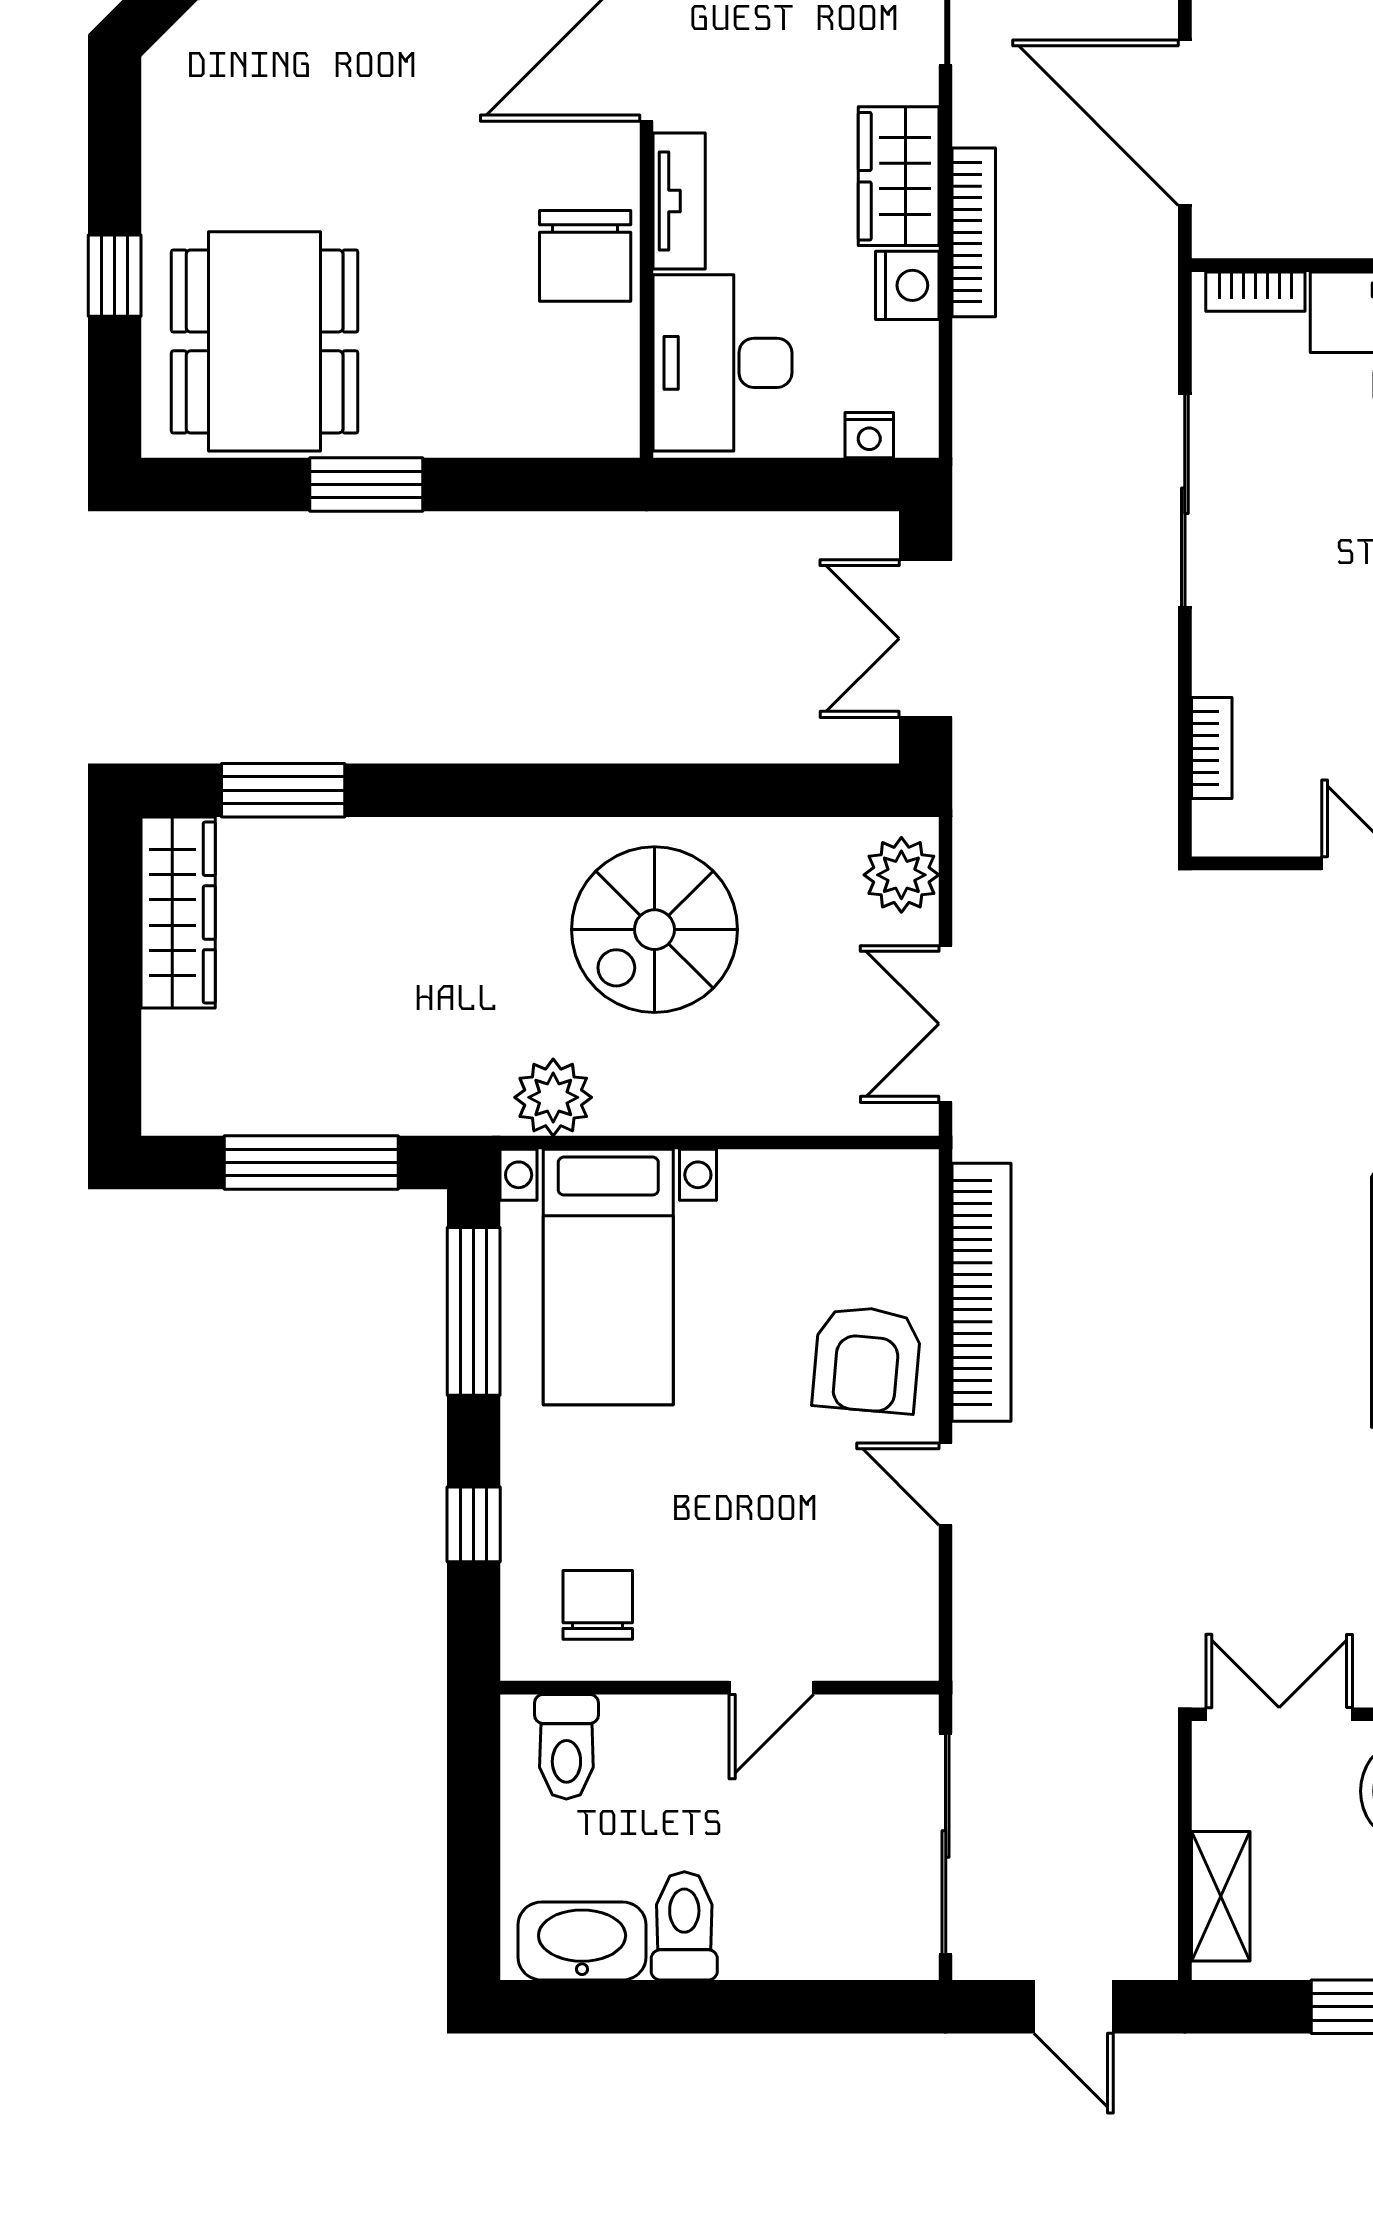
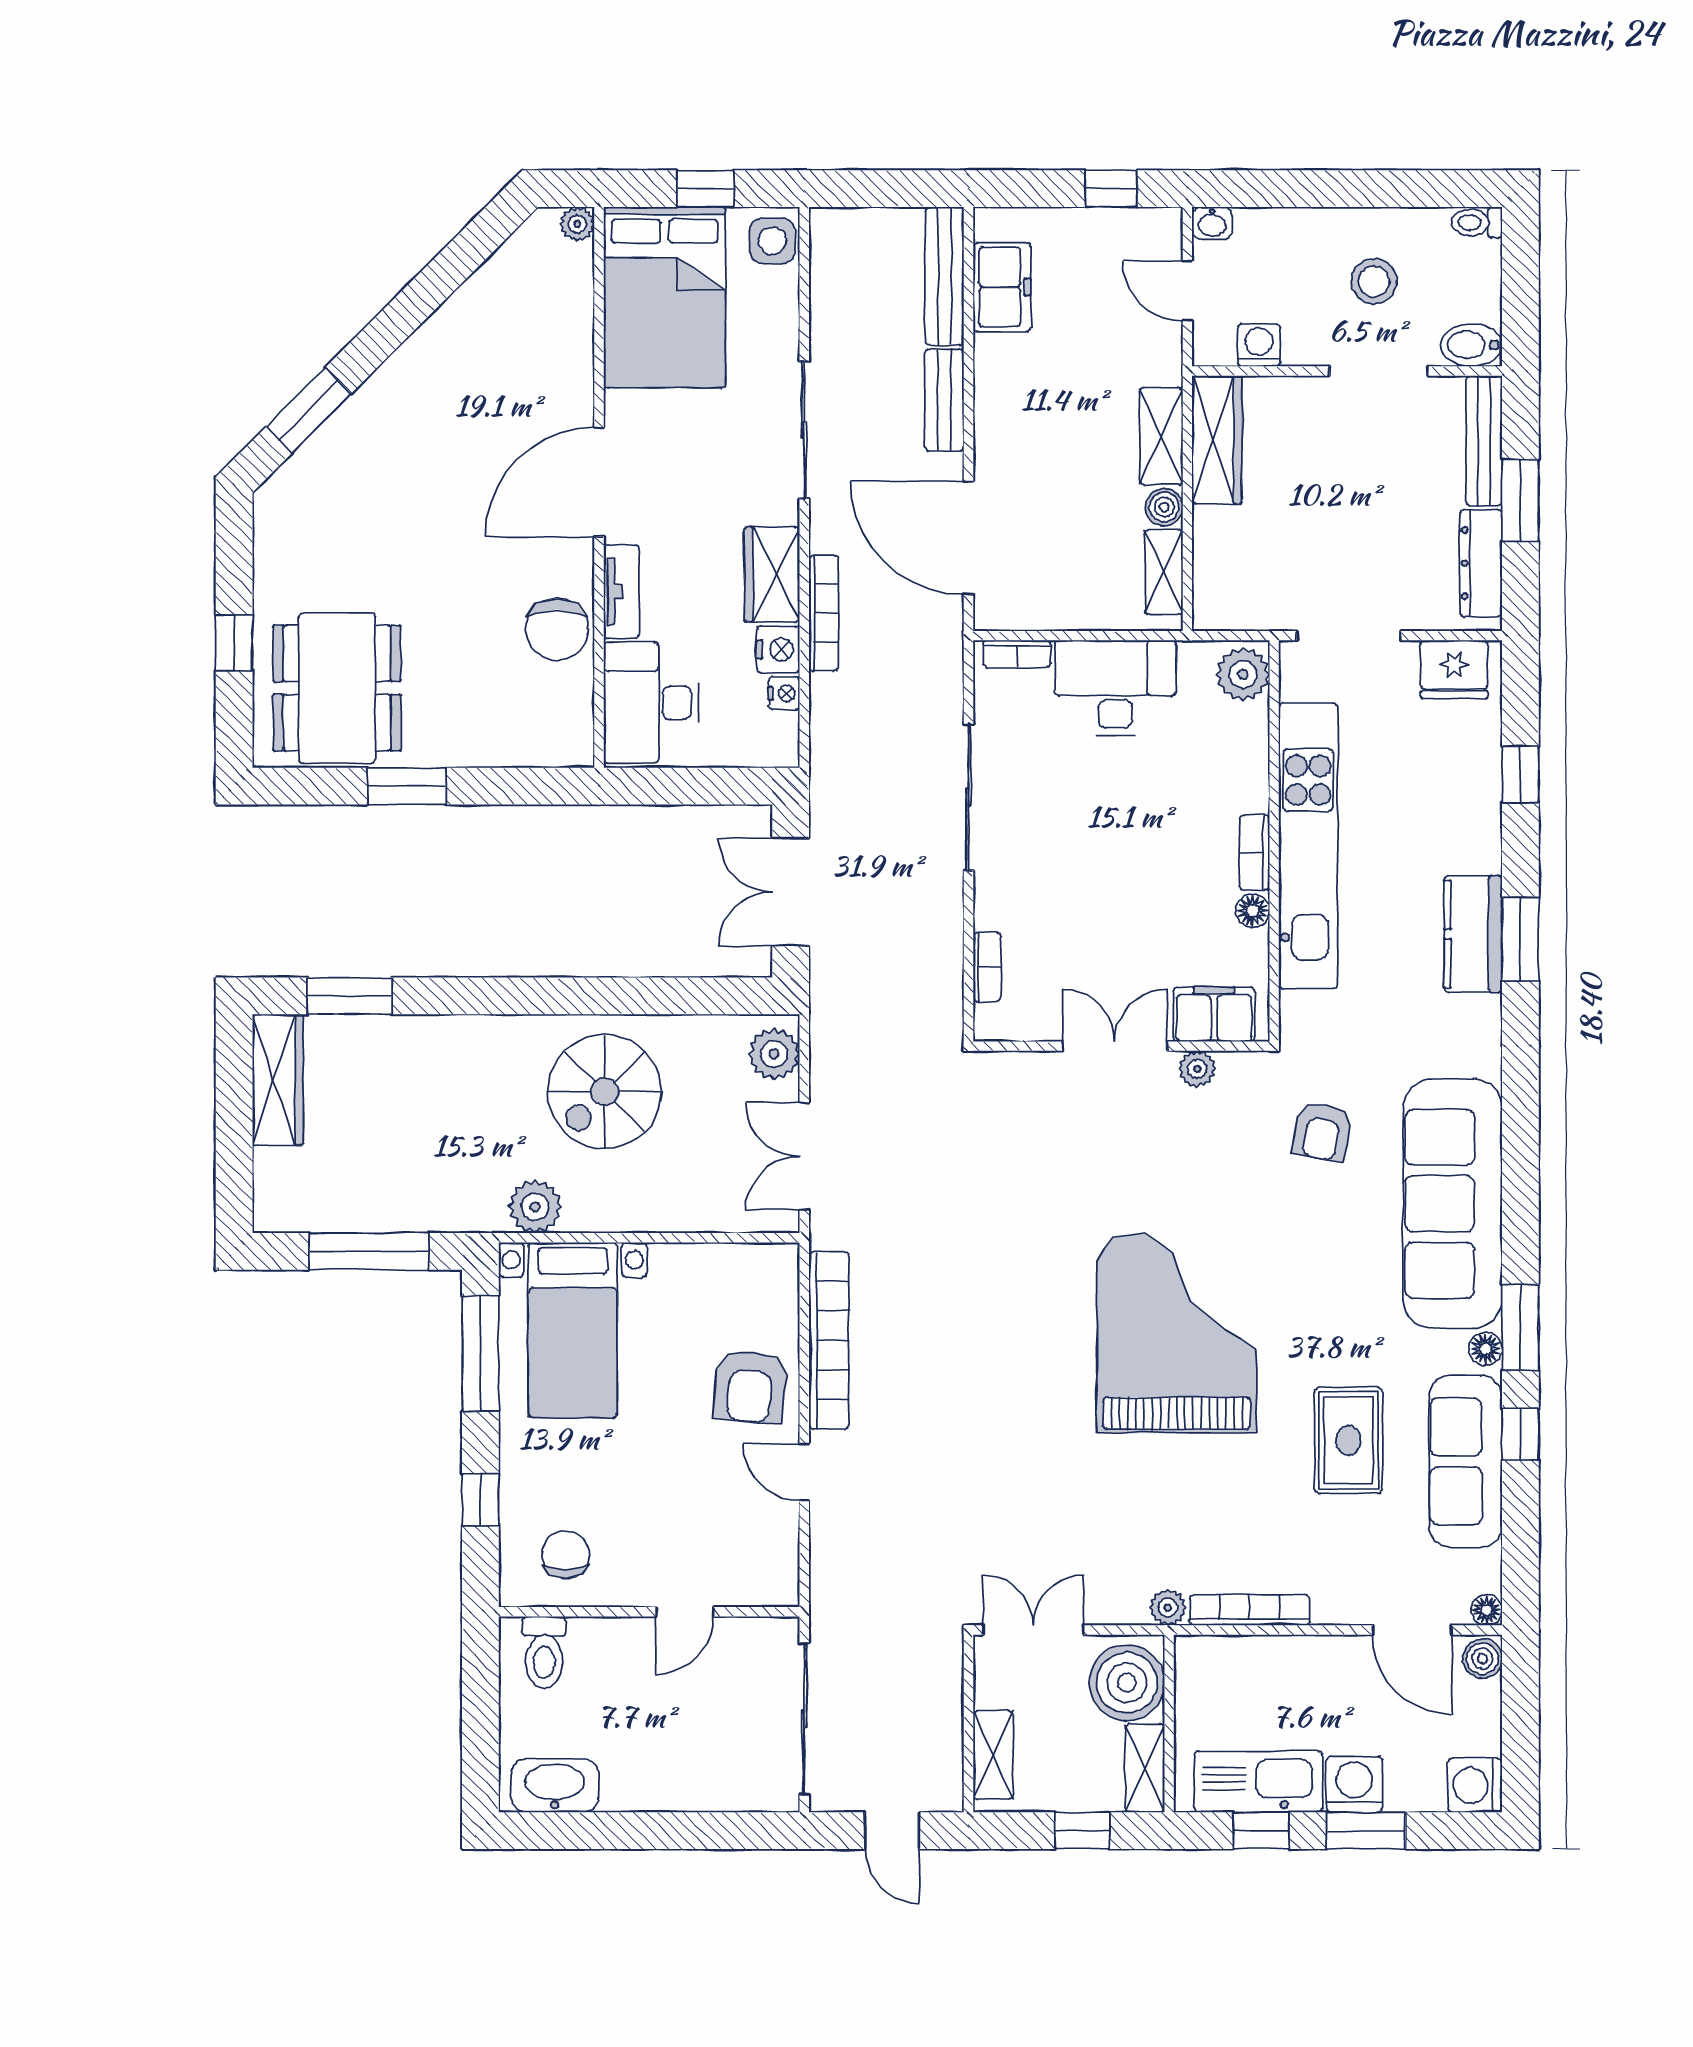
nightstand: (869, 435) -> (784, 693), moved, turned -90
toilet: (684, 1926) -> (625, 1775), removed

